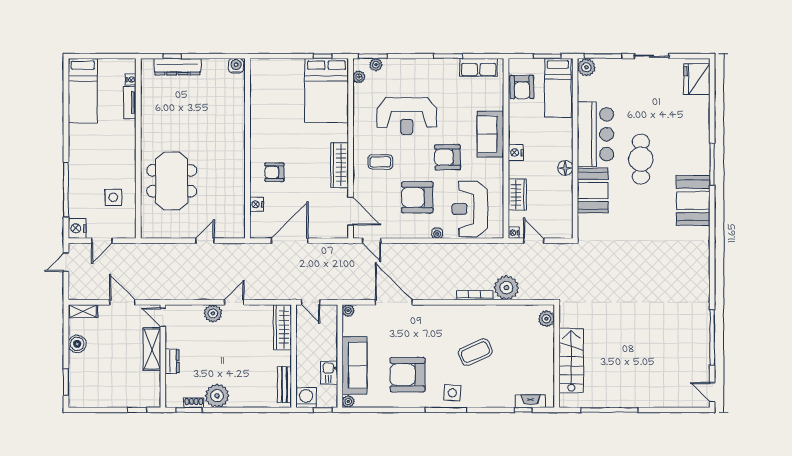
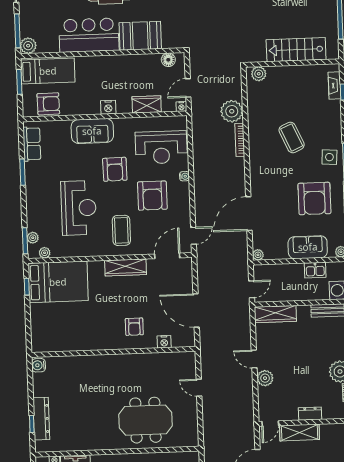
coffee table: (380, 162) -> (121, 230), width x1.36, depth x1.30
floor lamp: (565, 168) -> (168, 60), moved
sofa: (354, 365) -> (308, 247), width x0.73

